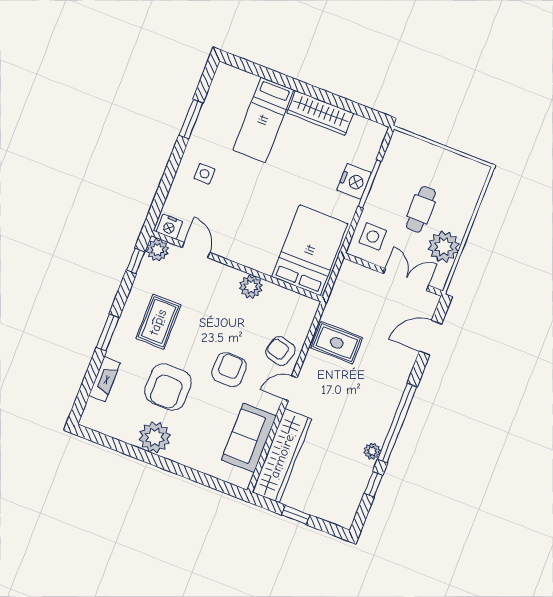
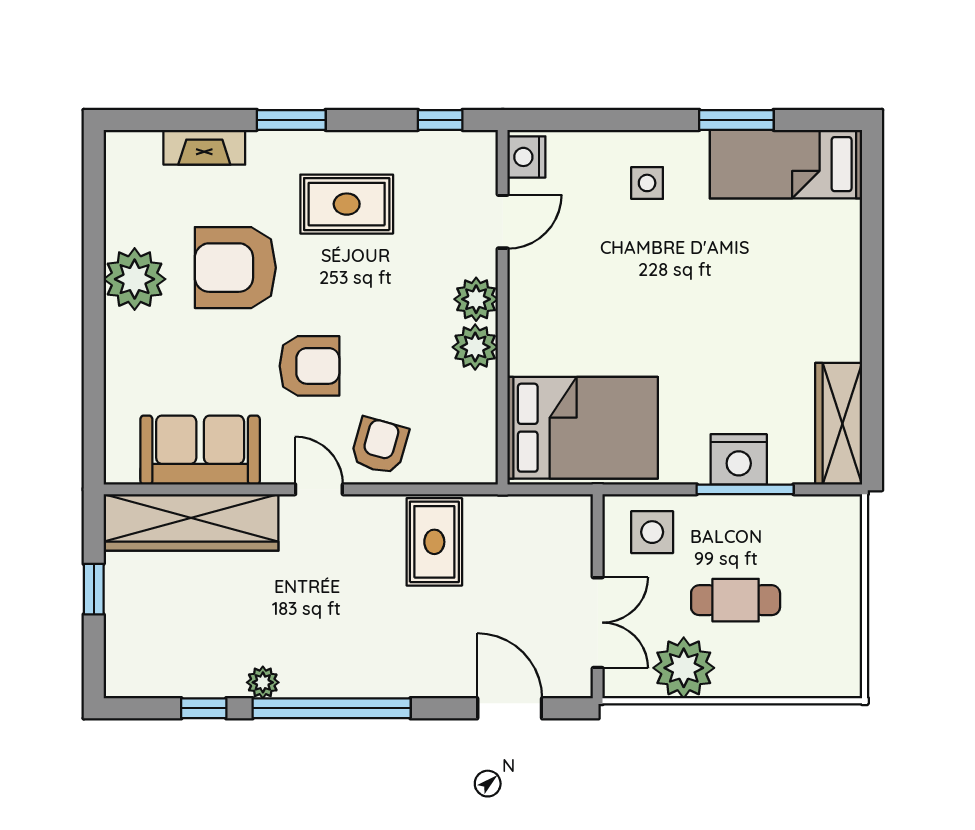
wardrobe: (320, 113) -> (839, 424), moved
bed: (263, 120) -> (786, 164), moved
plant: (157, 250) -> (476, 299), moved

